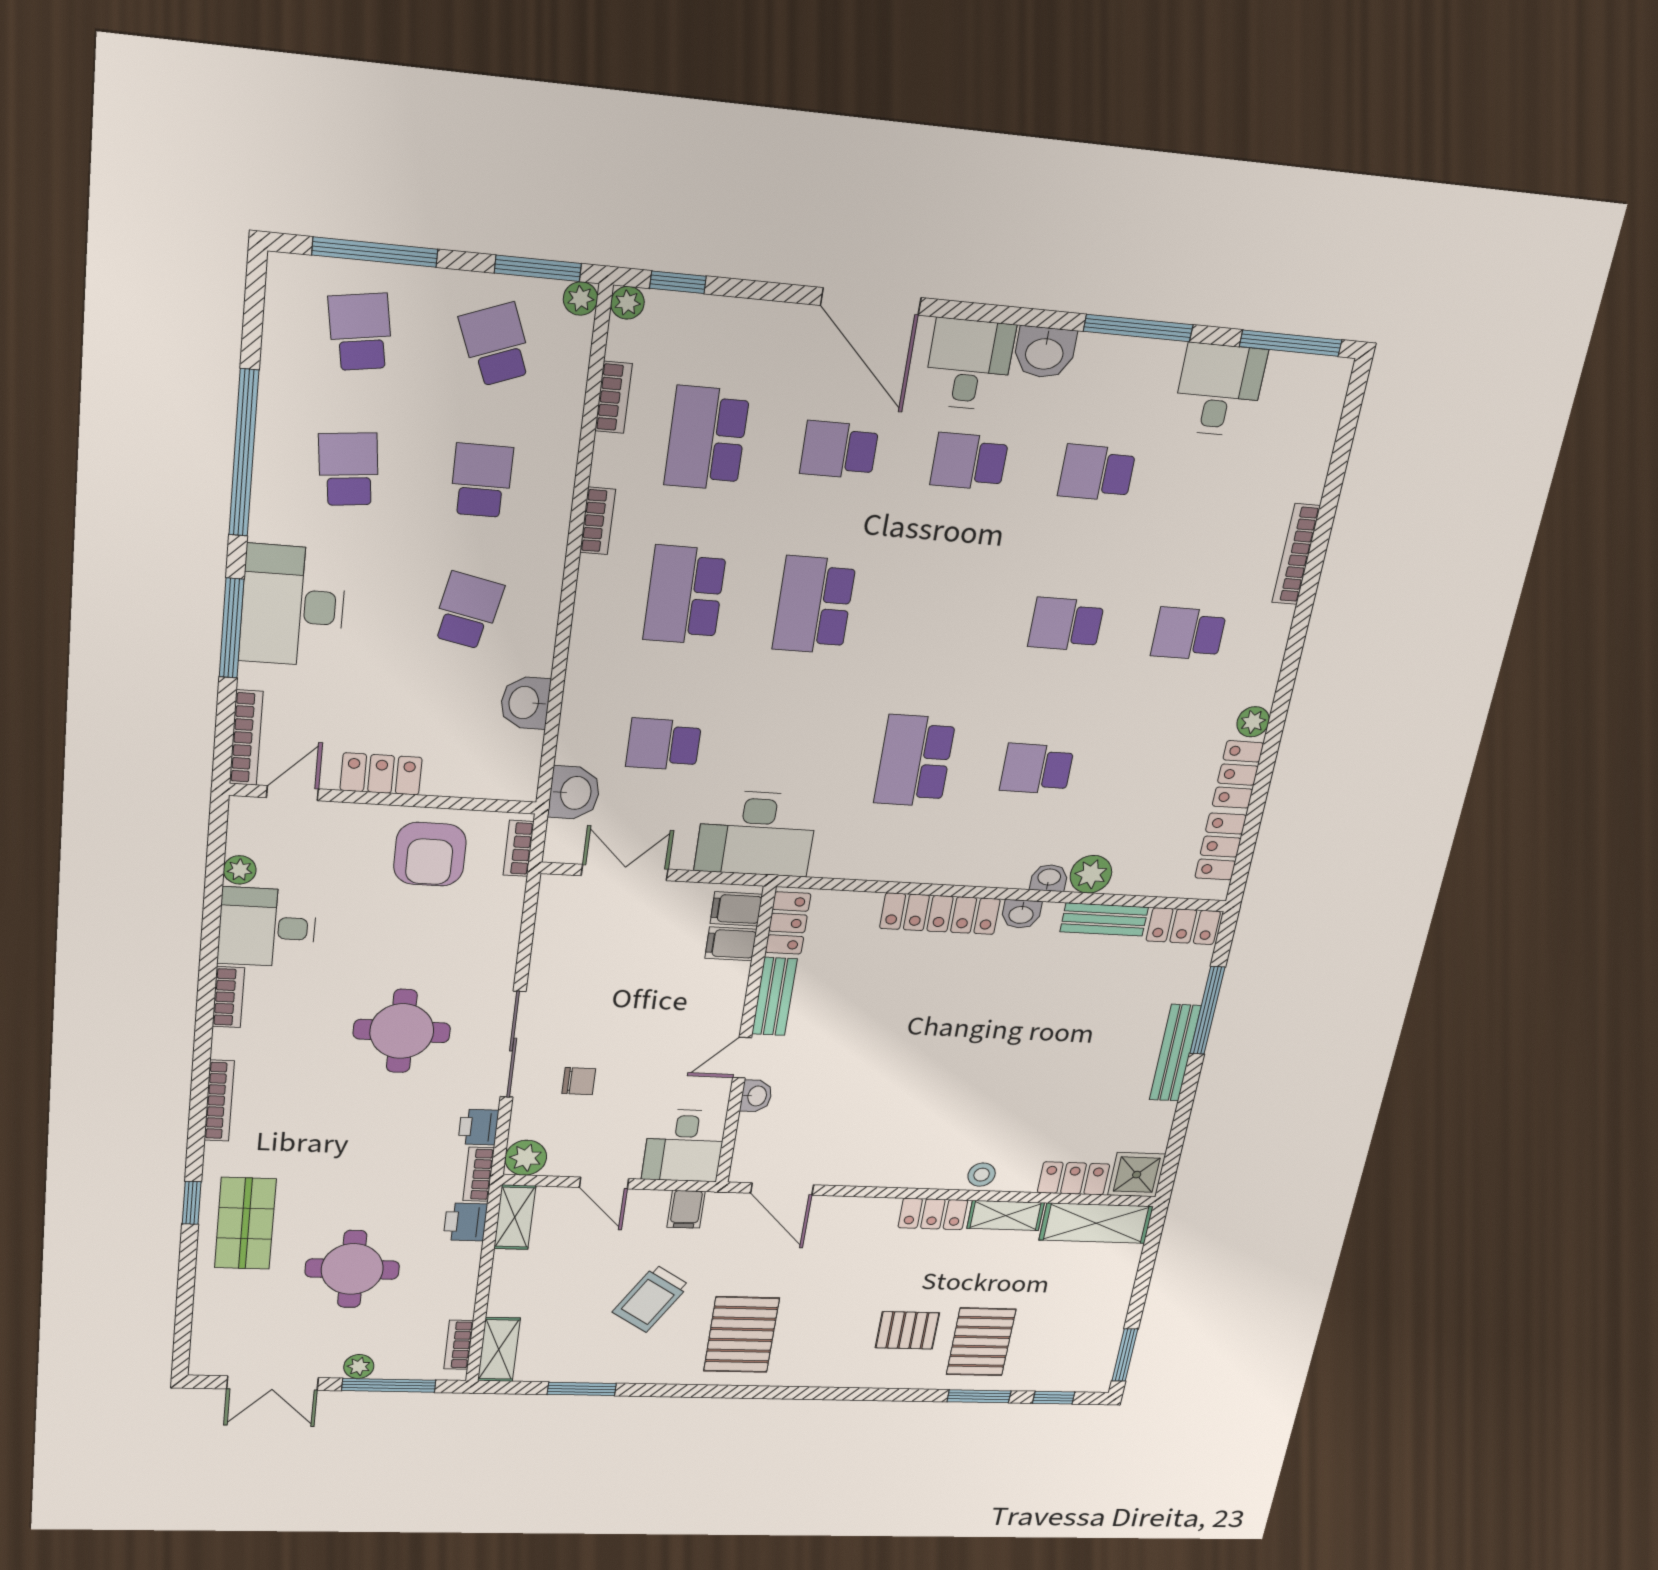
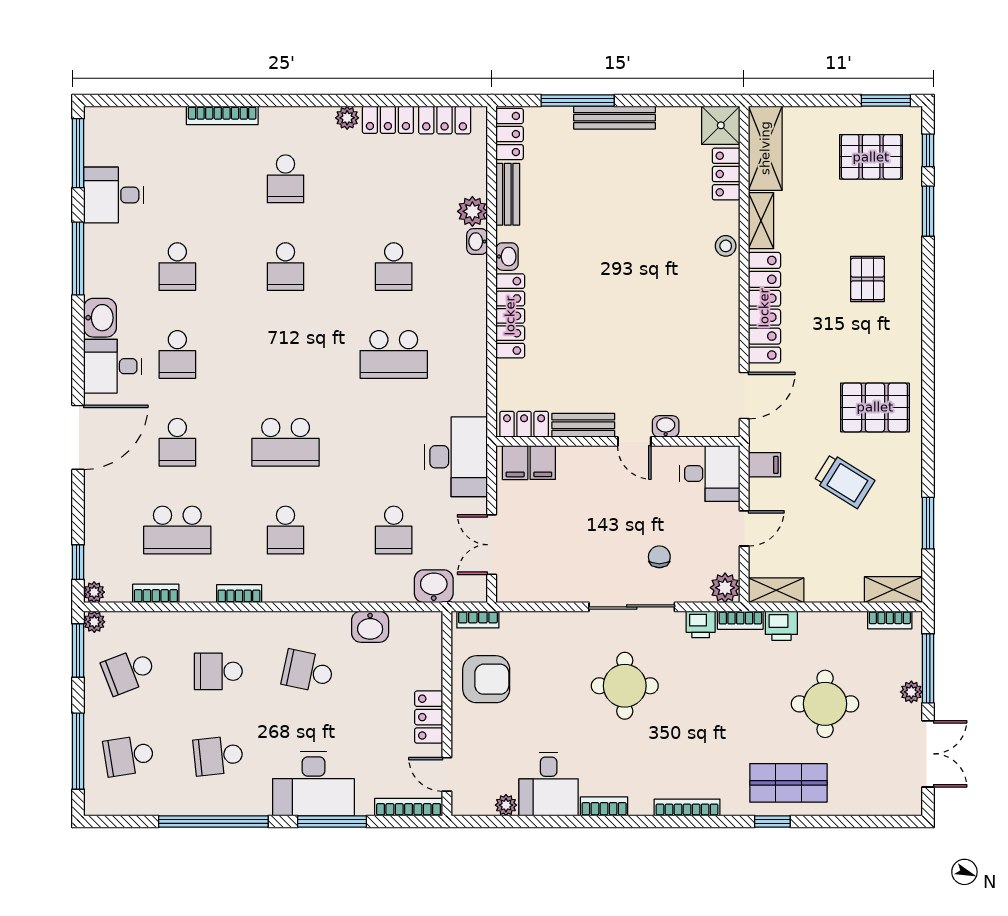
school desk: (685, 595) -> (286, 530), width x0.54
locker: (933, 1214) -> (764, 308), width x2.16, depth x1.21
pallet: (981, 1342) -> (871, 157), moved

